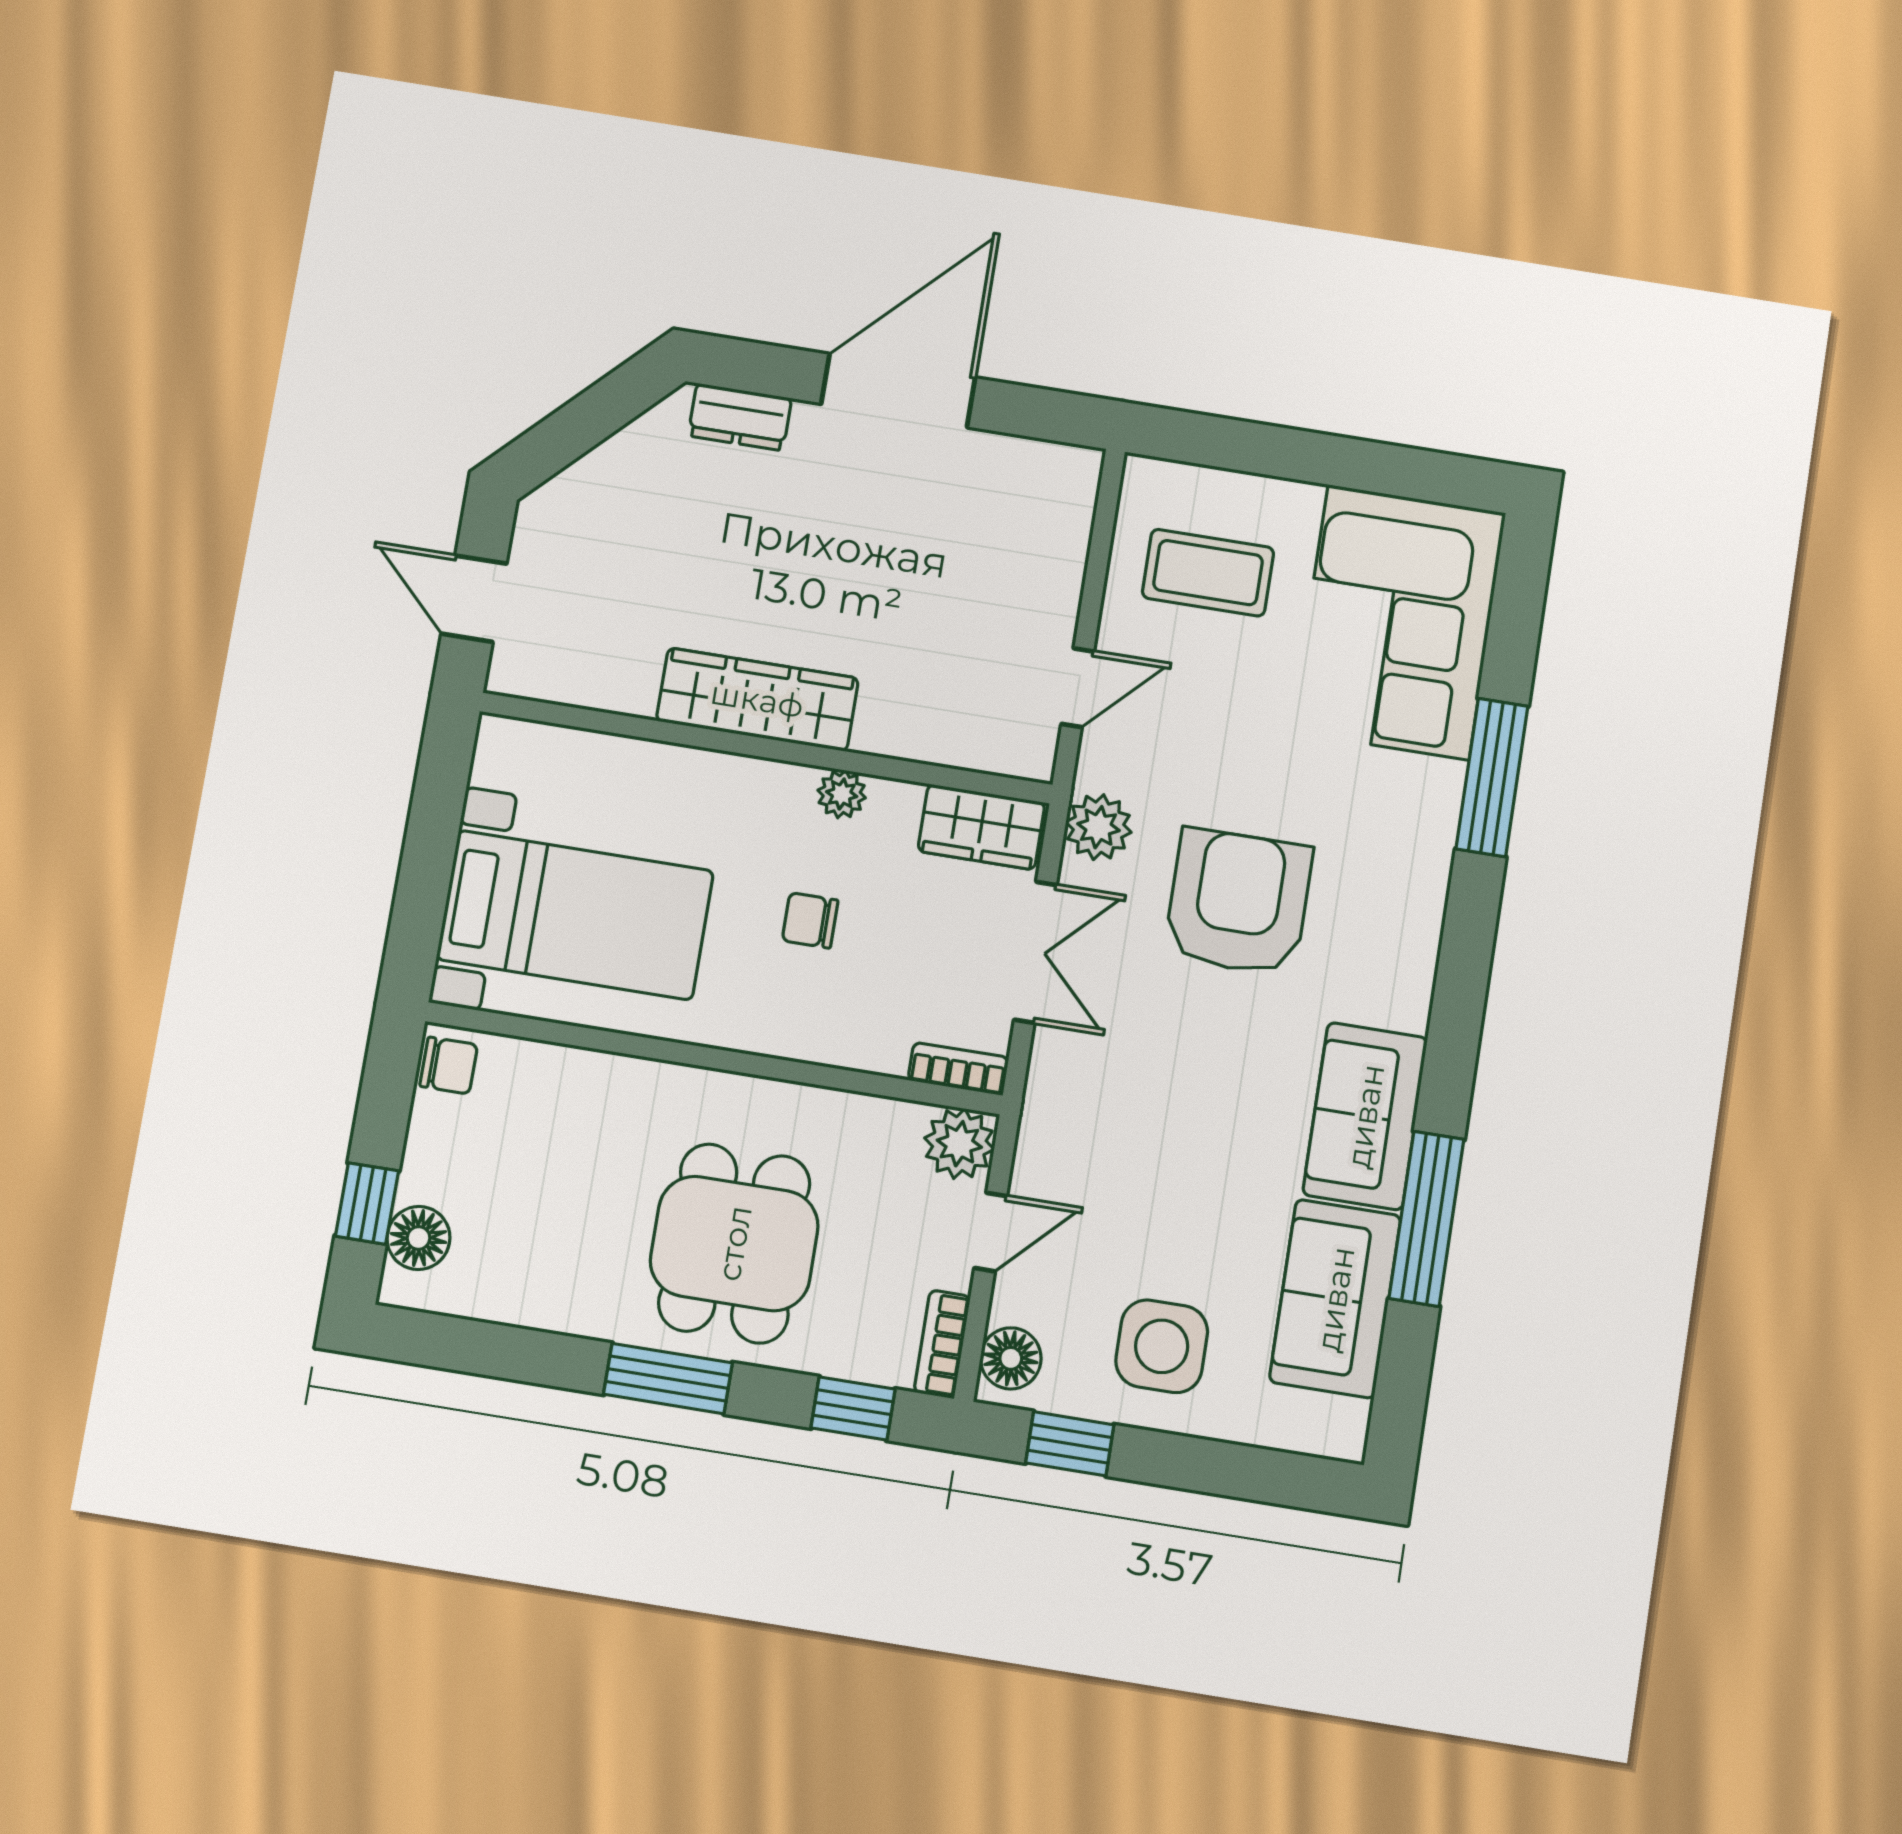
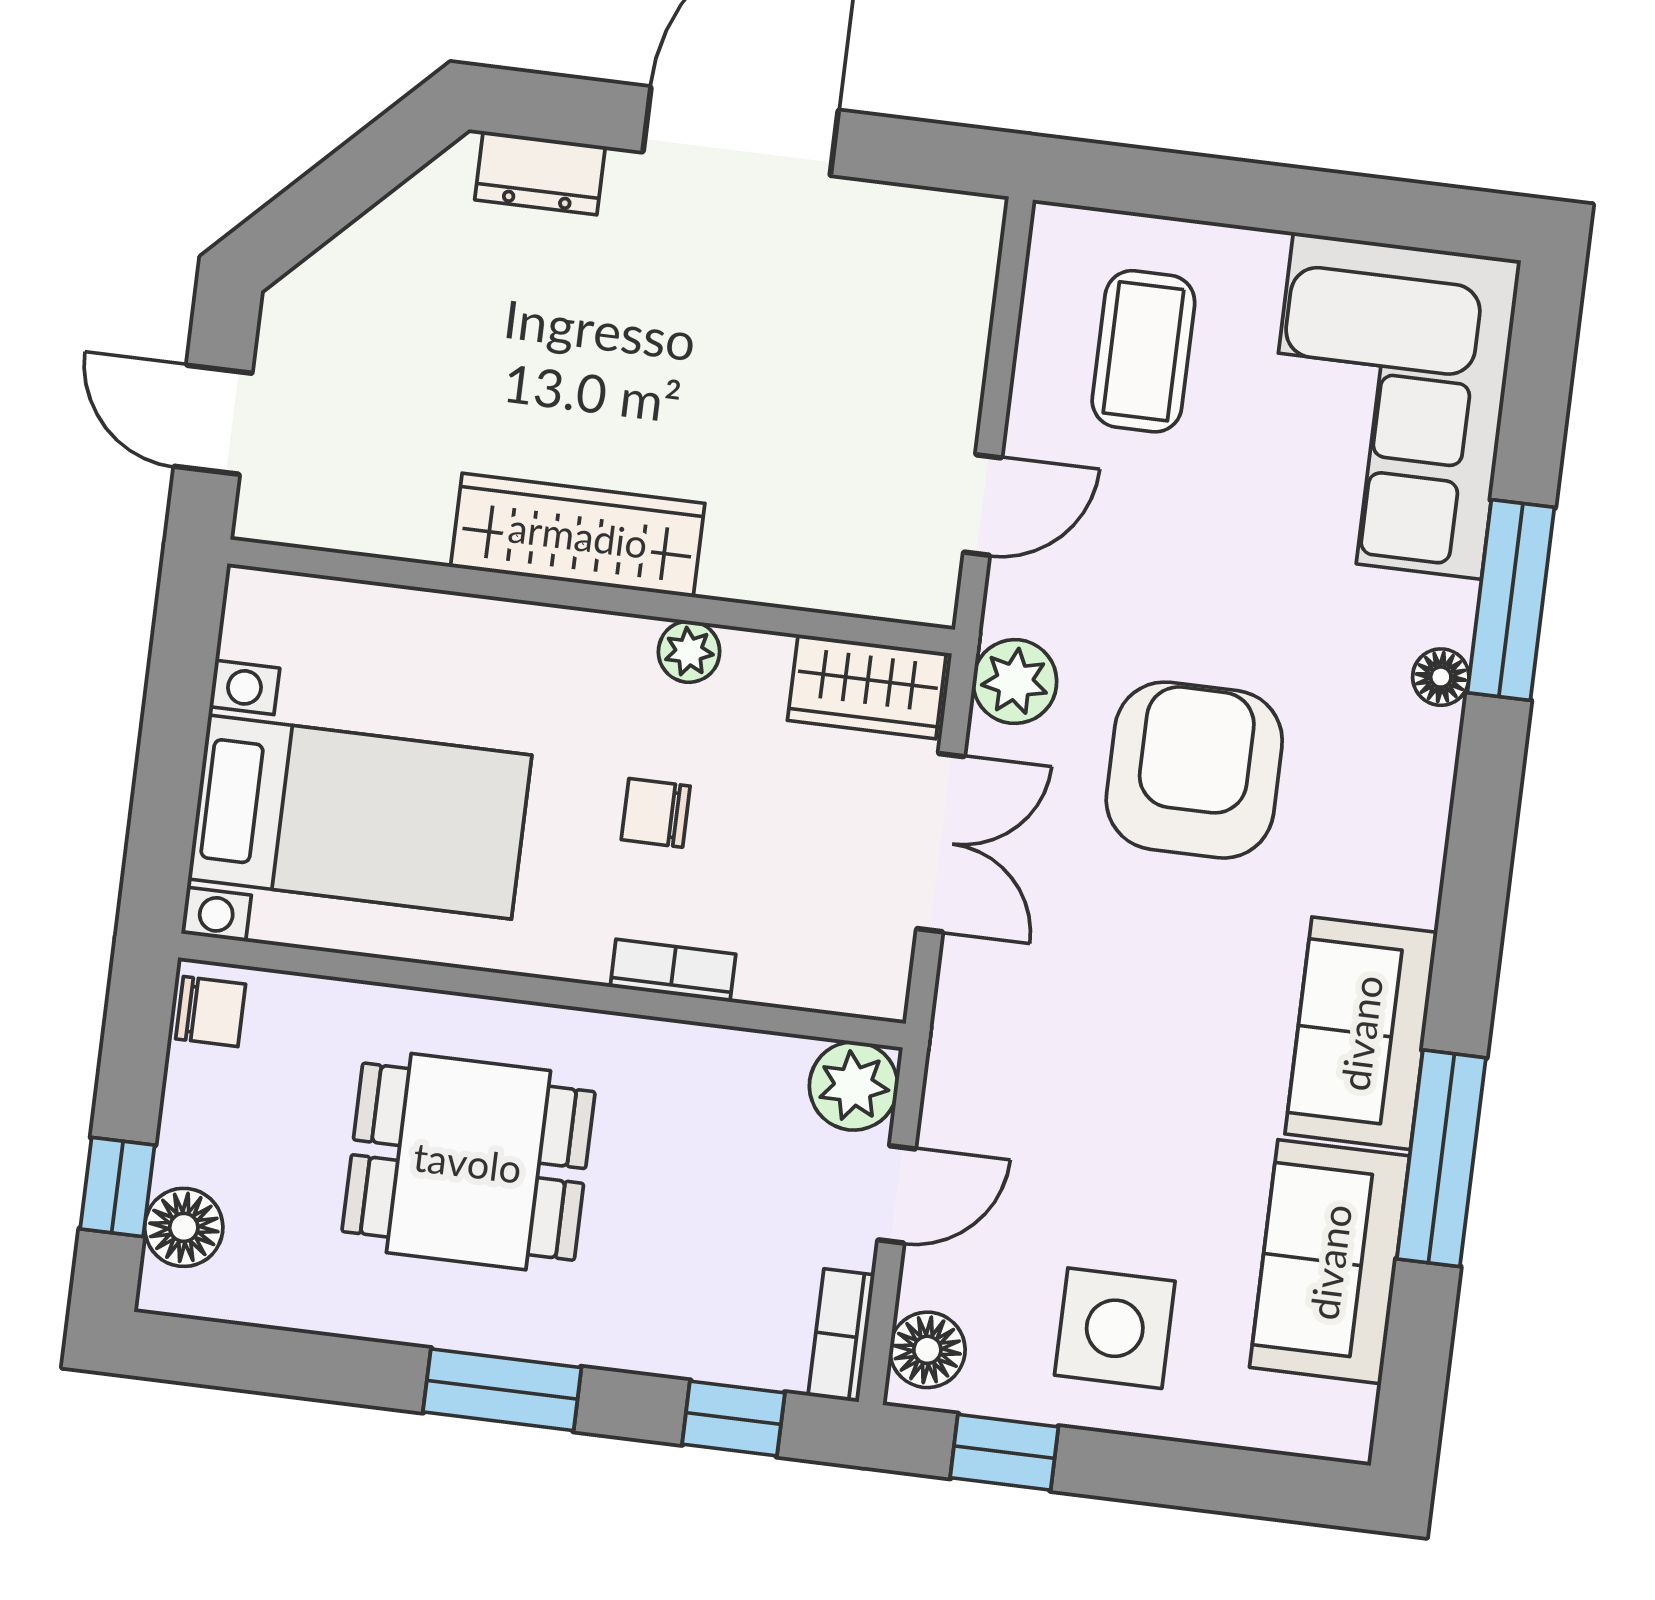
coffee table: (1208, 573) -> (1143, 351), turned 90
floor lamp: (1435, 836) -> (1441, 677), added
bookcase: (958, 1069) -> (673, 971), moved
dining table: (734, 1243) -> (468, 1162), moved, turned 90

